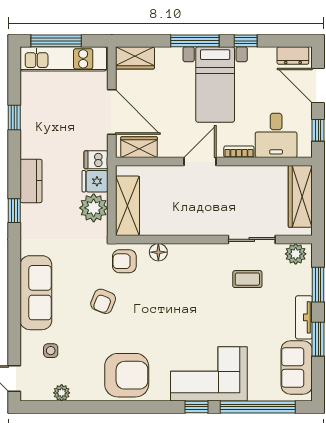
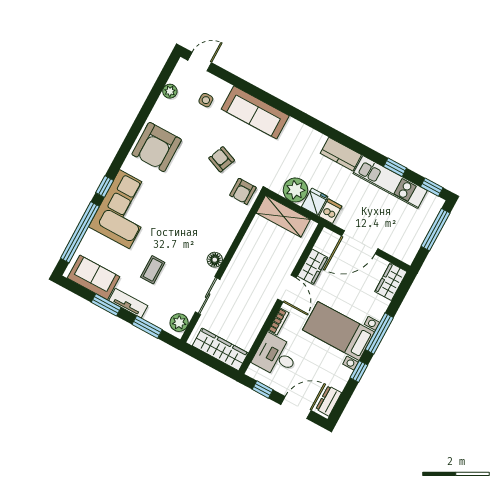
kitchen unit: (63, 59) -> (390, 182), moved, turned -90
wardrobe: (139, 147) -> (313, 267), moved
window: (14, 211) -> (432, 187), moved
floor lamp: (158, 252) -> (215, 260), moved
armchair: (124, 261) -> (243, 191), turned 180
coffee table: (247, 279) -> (153, 270), moved

